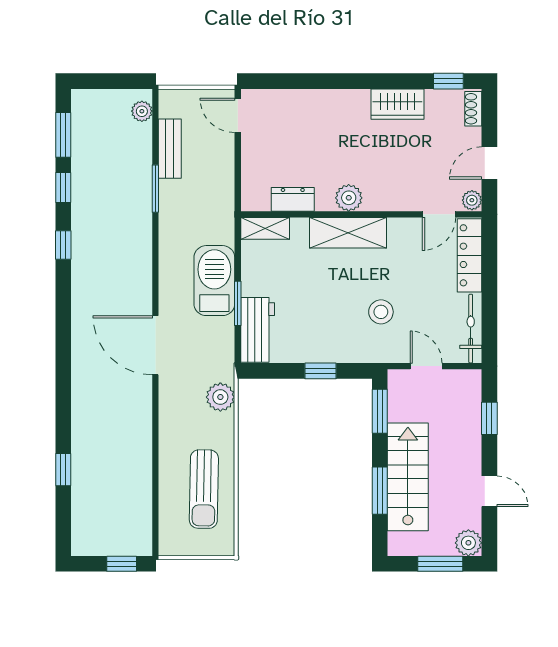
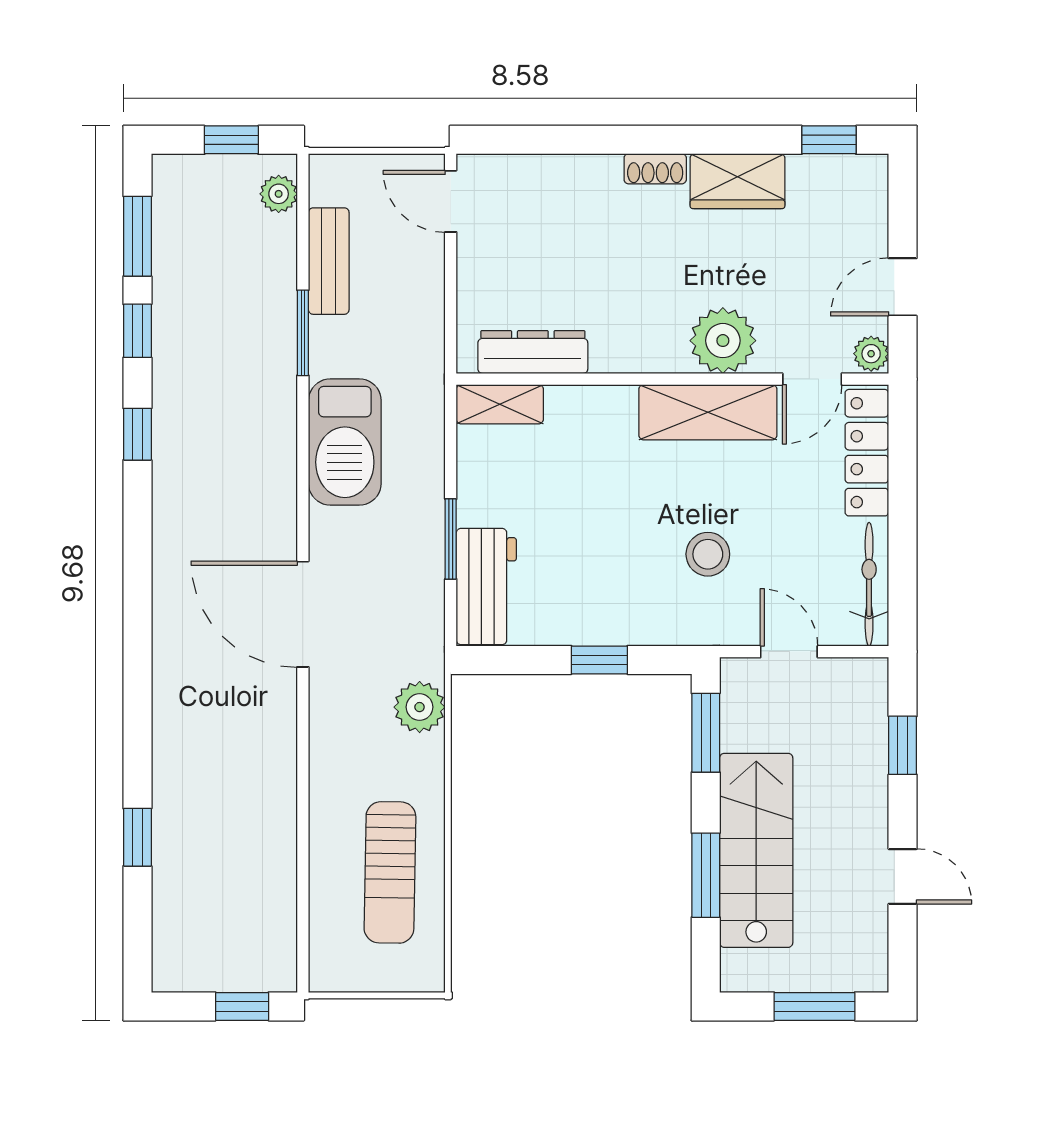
window: (116, 81) -> (231, 140), added
shoe rack: (473, 109) -> (655, 169), moved, turned -90
plant: (349, 198) -> (723, 341), moved, width x1.36, depth x1.36
dresser: (293, 199) -> (533, 352), width x1.44
shelving: (348, 233) -> (708, 412), moved
barbecue: (214, 281) -> (345, 442), moved, turned 180
plant: (468, 543) -> (865, 969), removed

